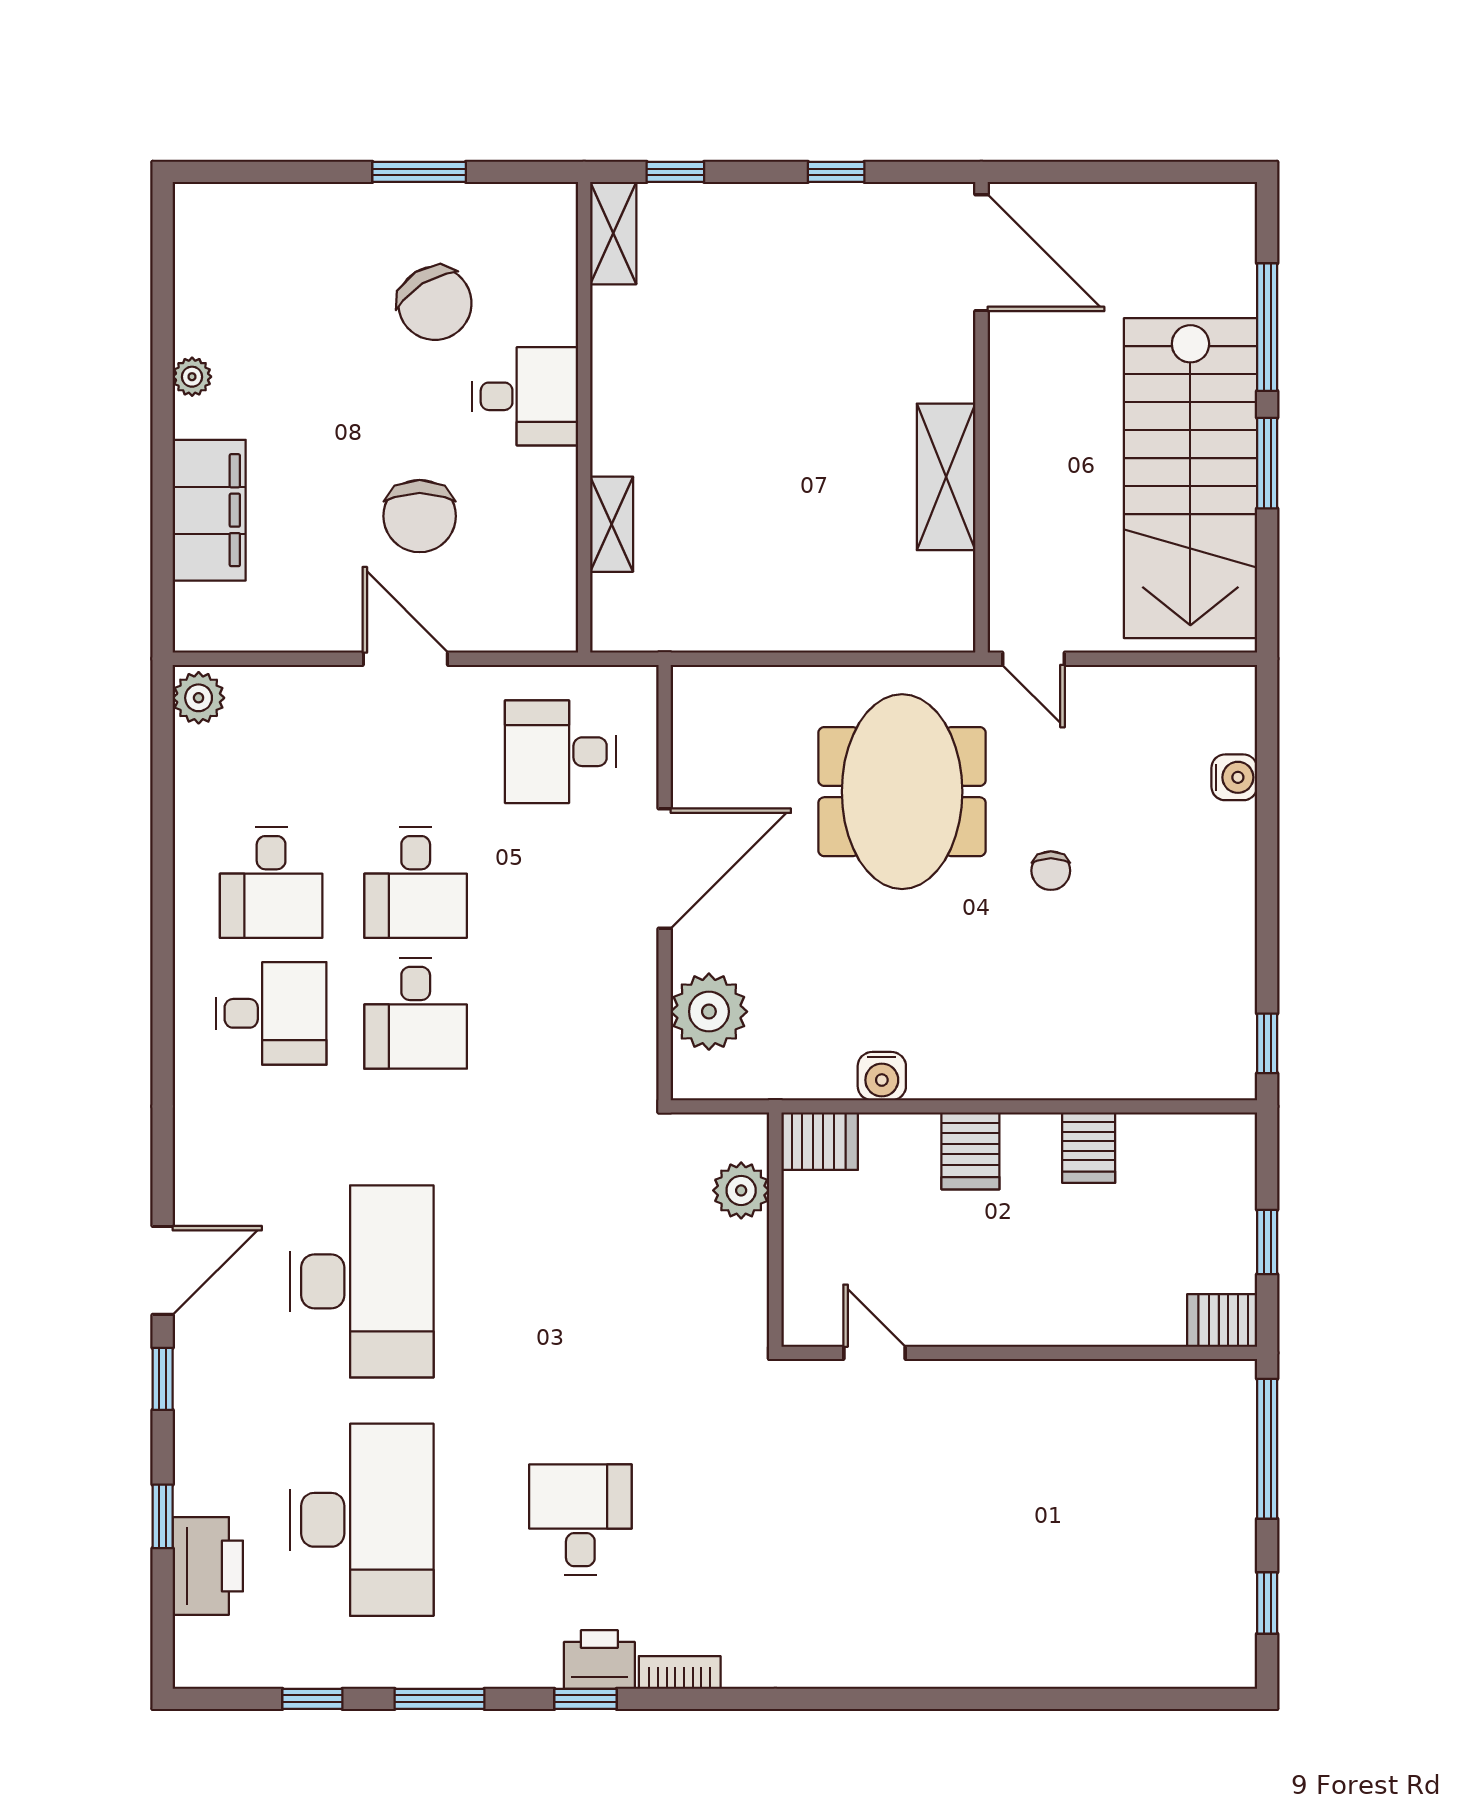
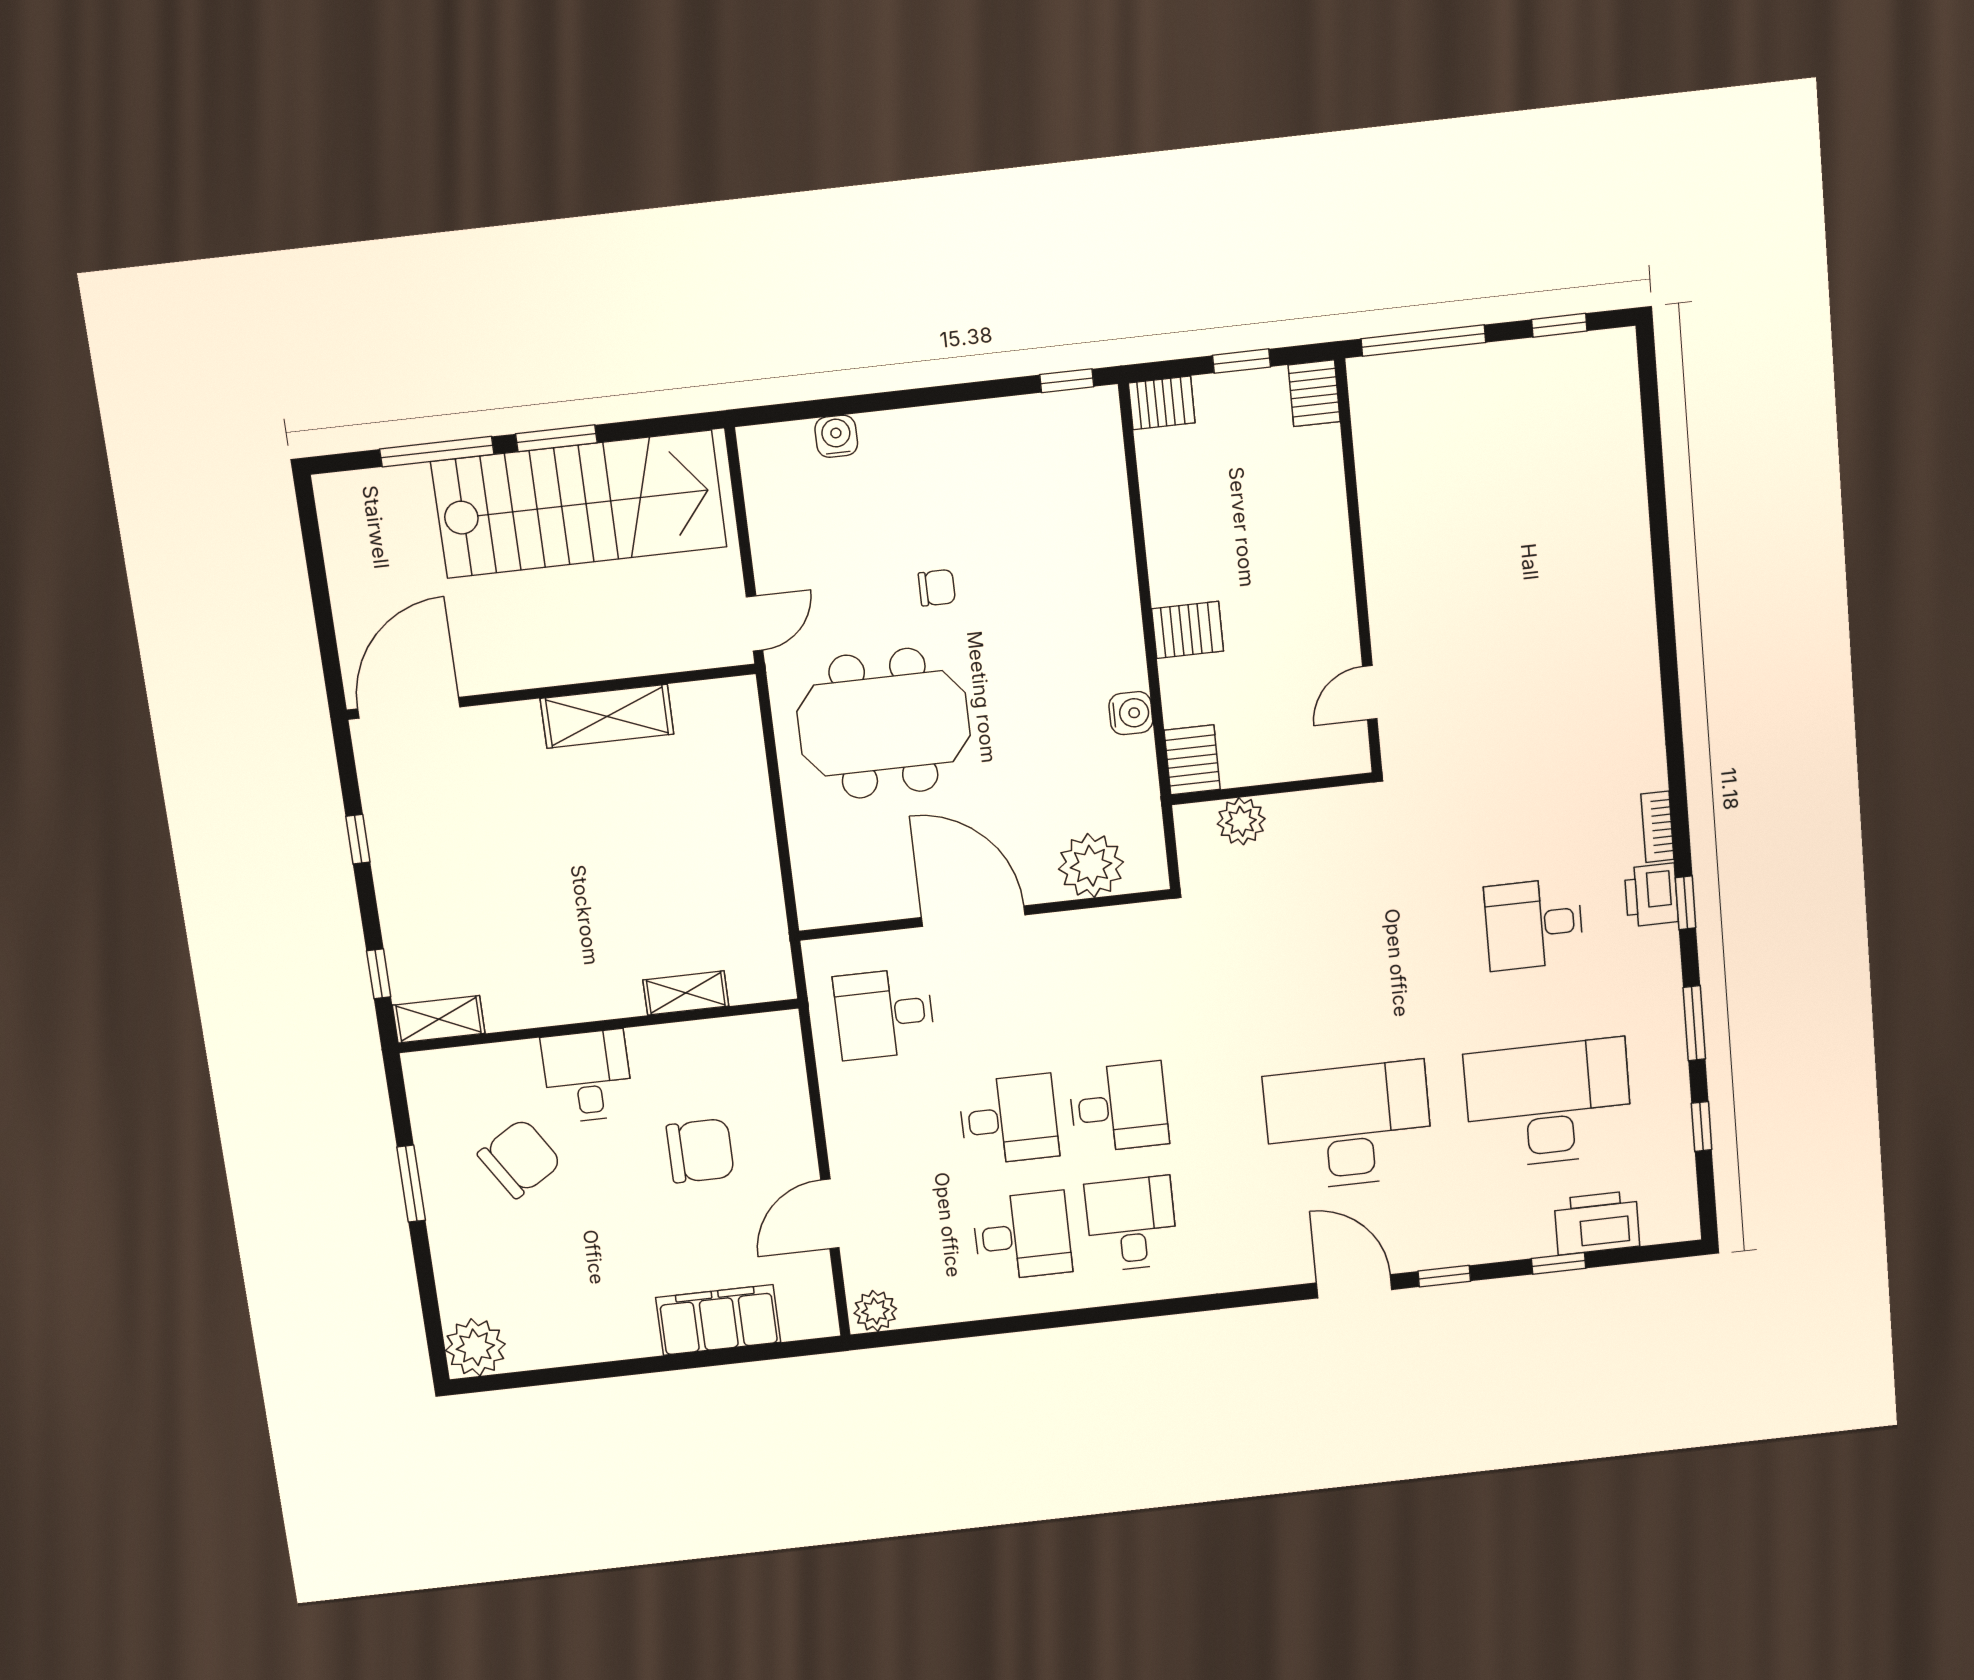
plant: (192, 377) -> (475, 1347), moved, width x1.88, depth x1.88
door: (405, 659) -> (830, 1214), moved
desk: (560, 752) -> (884, 1014), turned 90
server rack: (1089, 1148) -> (1162, 403), moved

